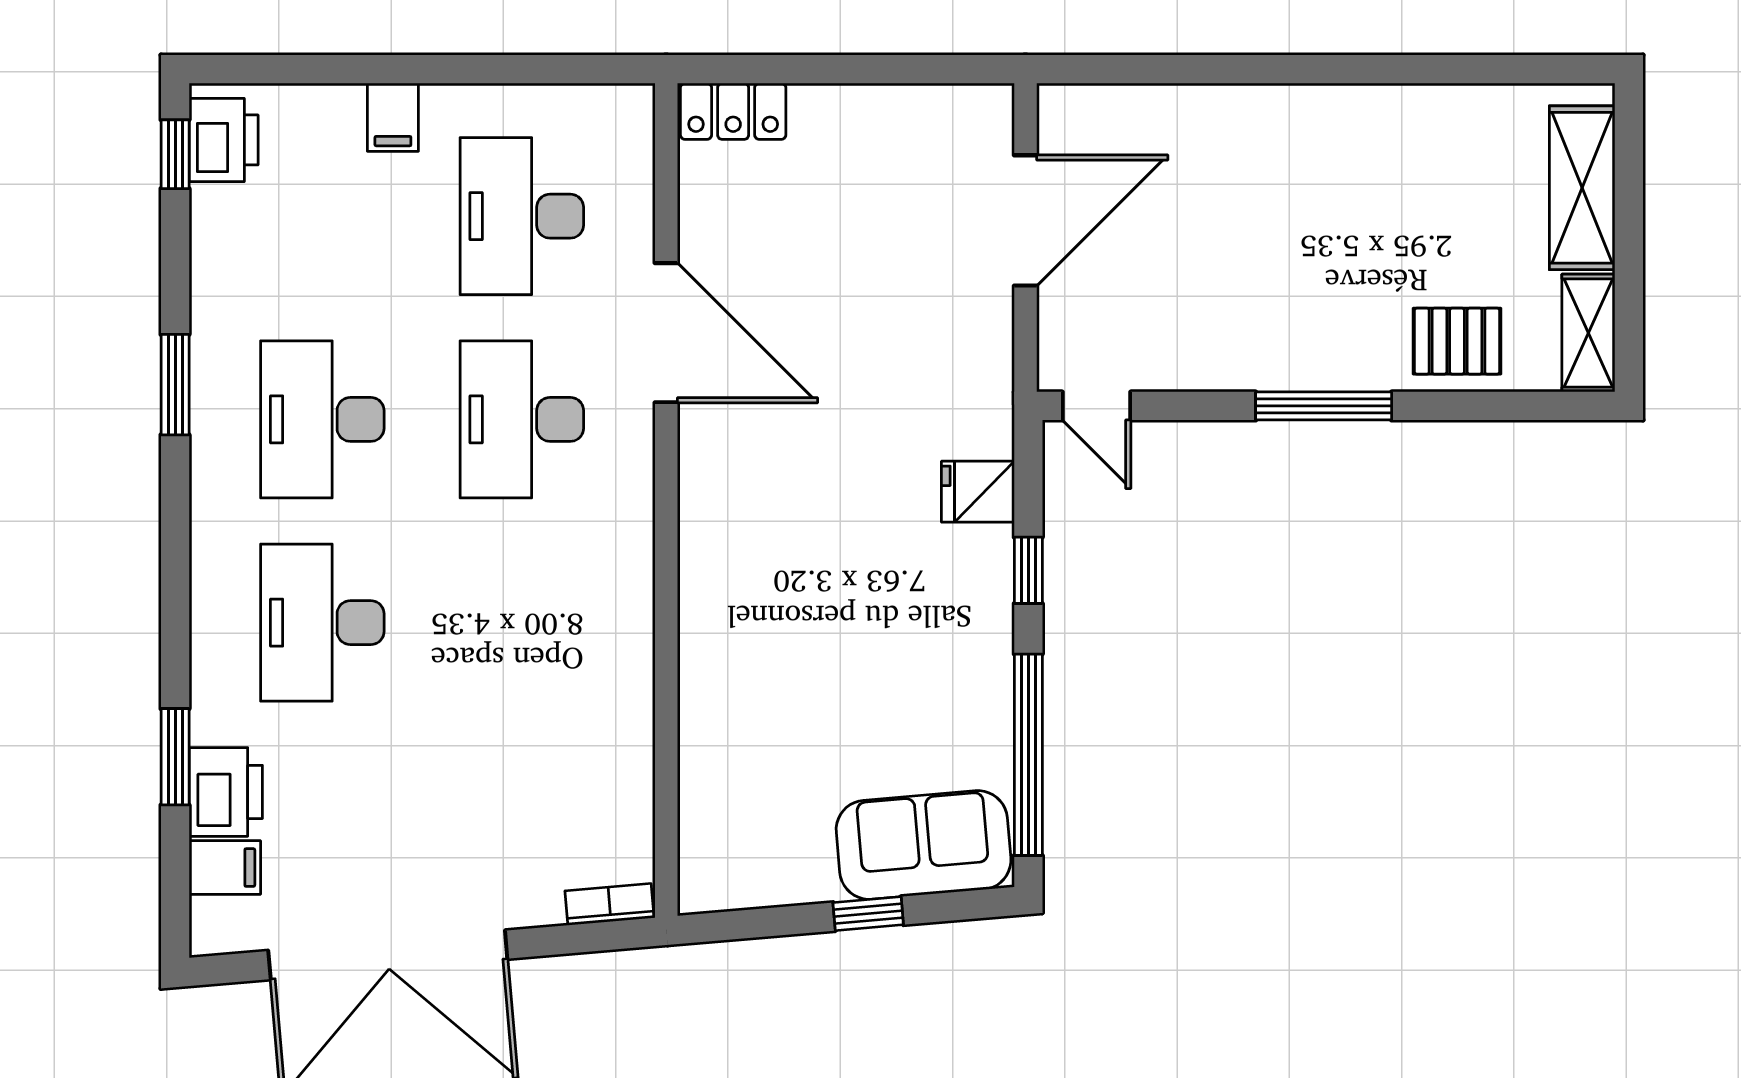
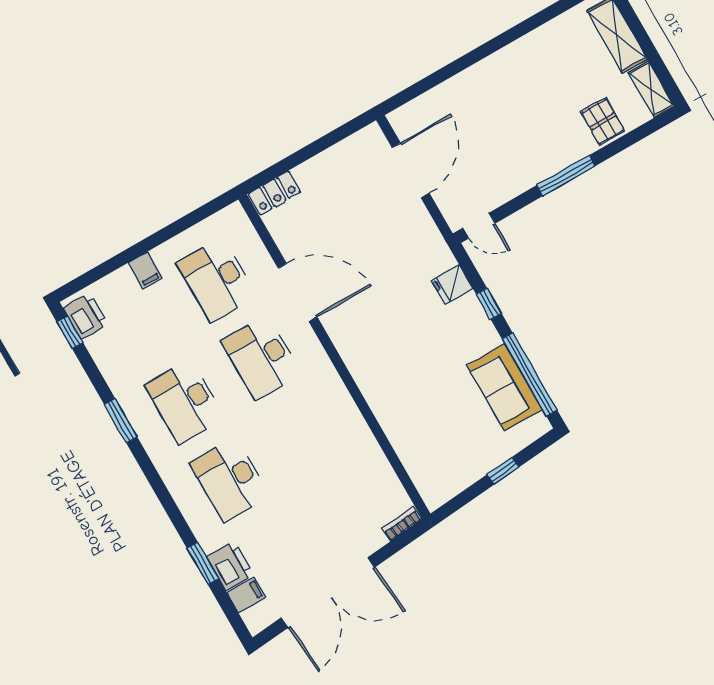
pallet: (1457, 341) -> (603, 121), turned 90
sofa: (924, 845) -> (505, 388), moved, turned -85

